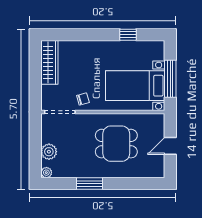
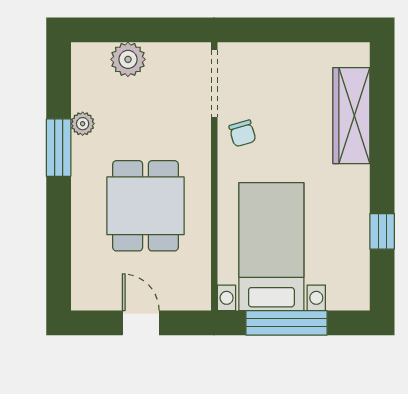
wardrobe: (49, 62) -> (351, 116), moved, turned 90
plant: (46, 173) -> (83, 124), moved

